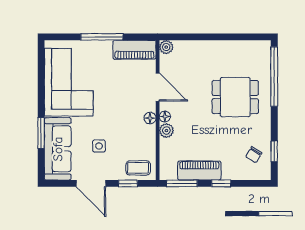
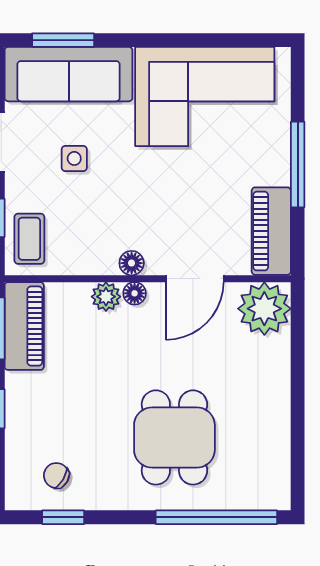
plant: (166, 47) -> (264, 309), width x1.87, depth x1.87
window: (41, 133) -> (63, 40), moved
piano: (199, 170) -> (24, 326), moved

